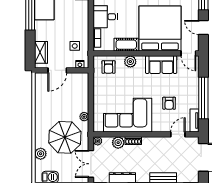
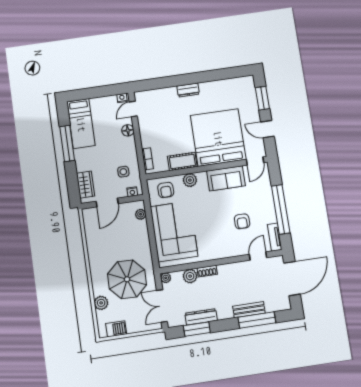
floor lamp: (84, 11) -> (128, 130), added
desk: (105, 17) -> (154, 133), removed
door: (188, 53) -> (255, 161), hinge flipped
corner sofa: (128, 115) -> (174, 231), moved, turned 90
plant: (84, 117) -> (141, 214), moved

